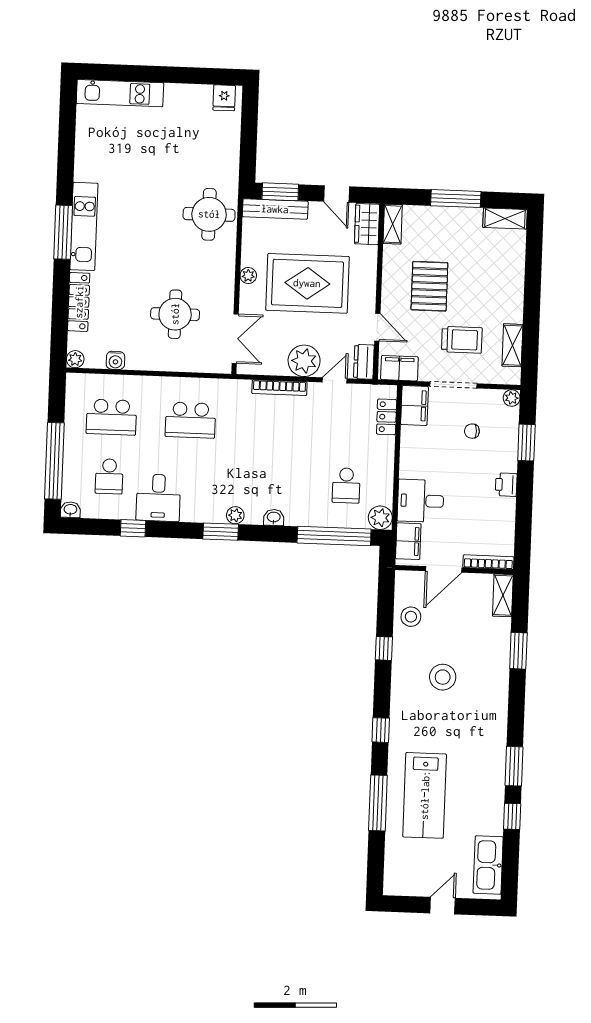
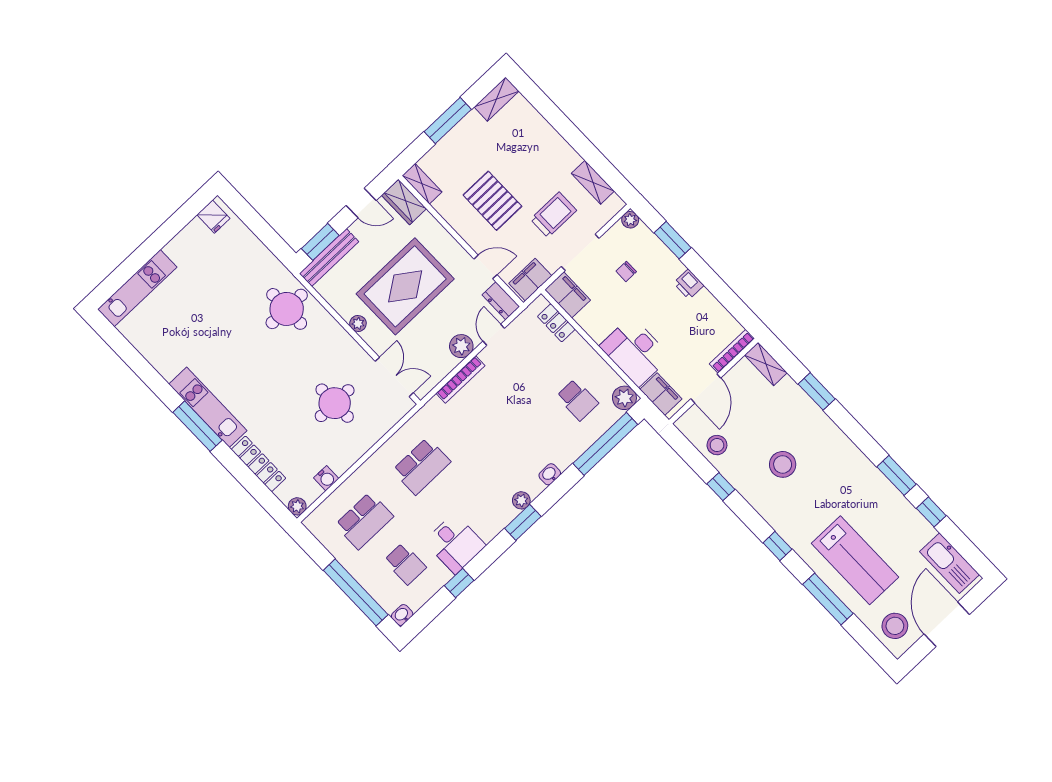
plant: (304, 361) -> (461, 346), width x0.73, depth x0.73
desk: (421, 501) -> (635, 351), width x1.37
stool: (405, 870) -> (895, 626), added
door: (443, 906) -> (947, 624), width x1.87

